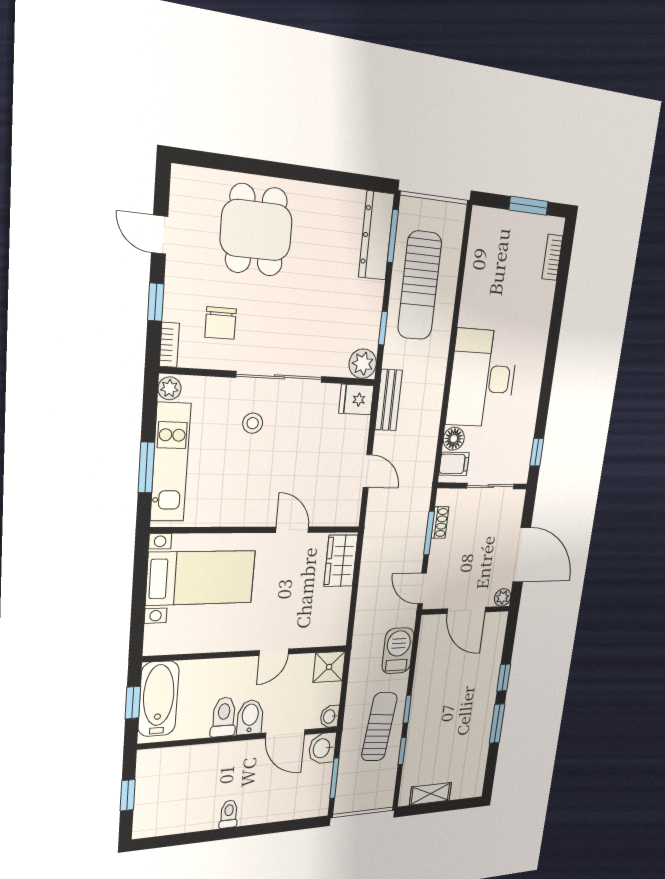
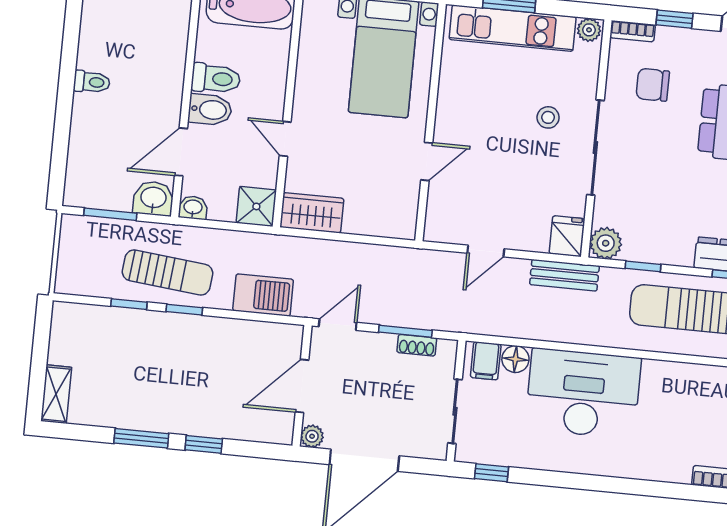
wardrobe: (341, 561) -> (312, 213), moved
shelving: (430, 794) -> (56, 394), moved

